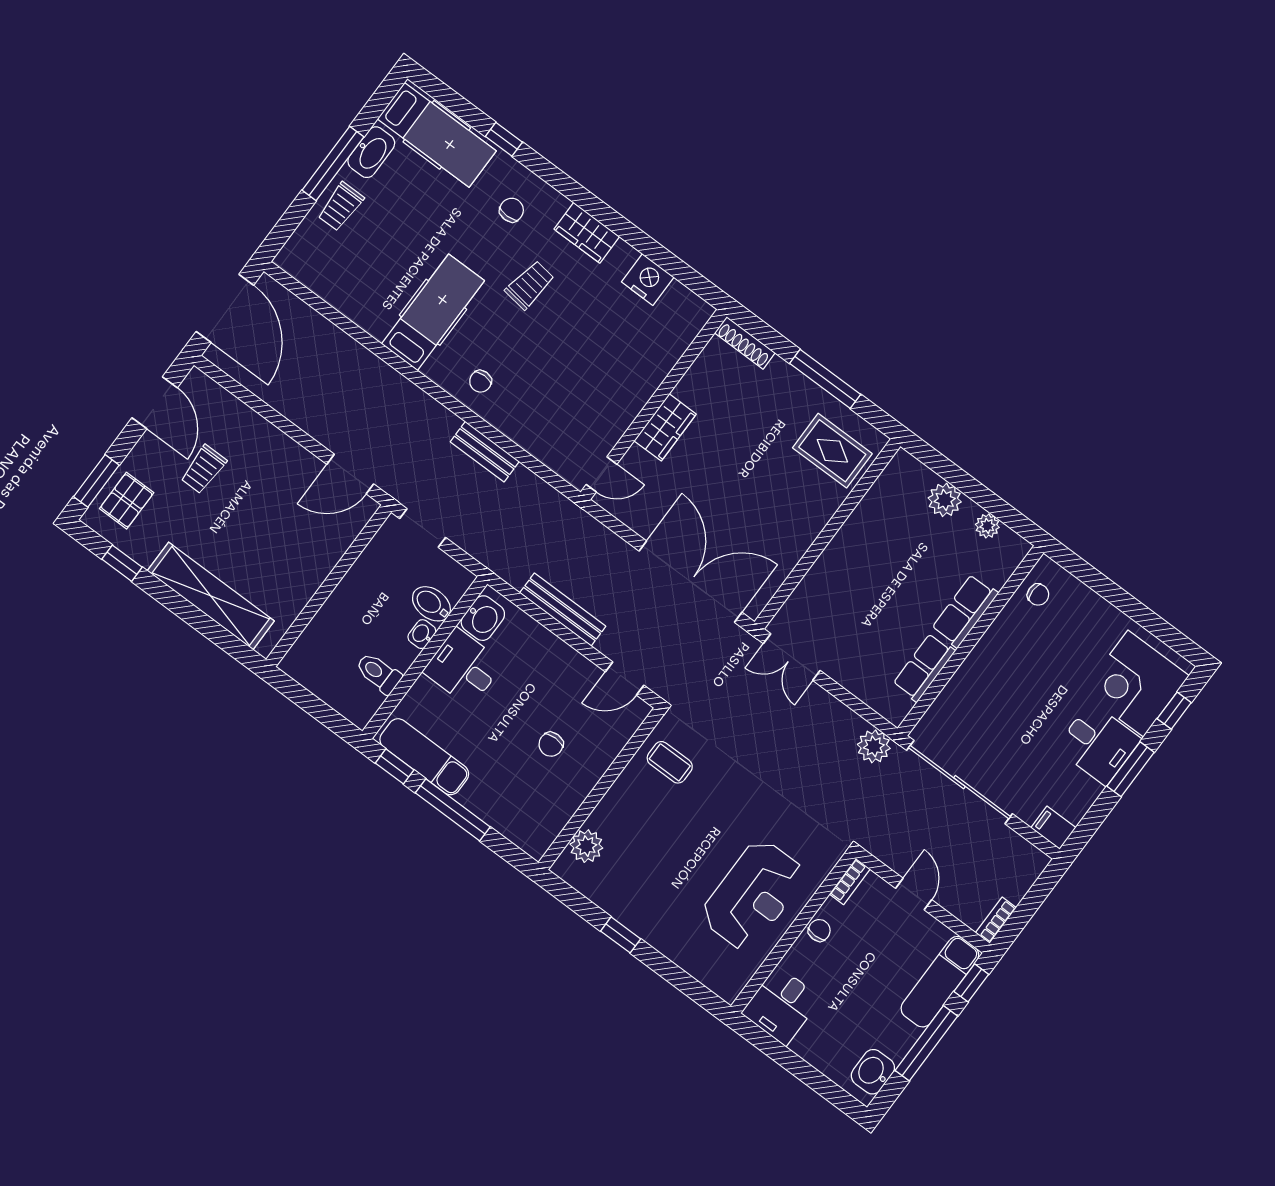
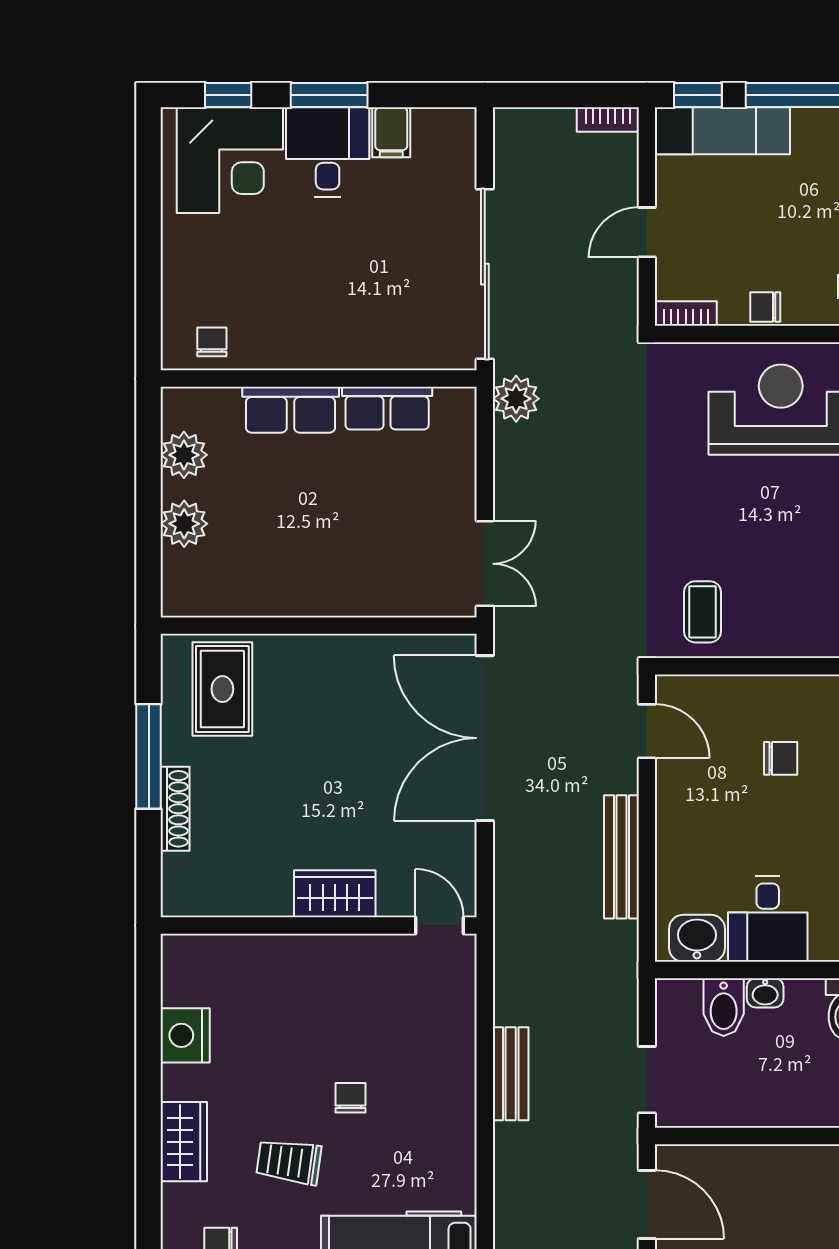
shoe rack: (745, 343) -> (175, 809), moved
chair: (481, 381) -> (351, 1098), moved, turned -90
plant: (987, 526) -> (184, 455), width x1.38, depth x1.38
filing cabinet: (1053, 828) -> (391, 132), moved

